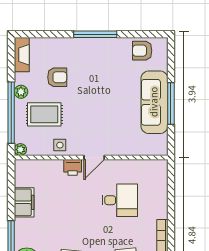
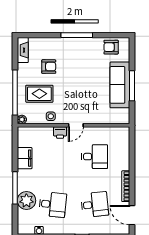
plant: (21, 92) -> (22, 77), removed

